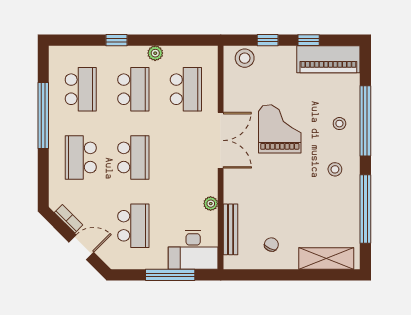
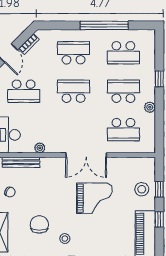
stool: (245, 58) -> (142, 189), moved
school desk: (133, 89) -> (123, 91), turned 180
stool: (339, 124) -> (98, 242), removed
school desk: (133, 157) -> (74, 91), turned 180
chair: (316, 204) -> (39, 224), added

